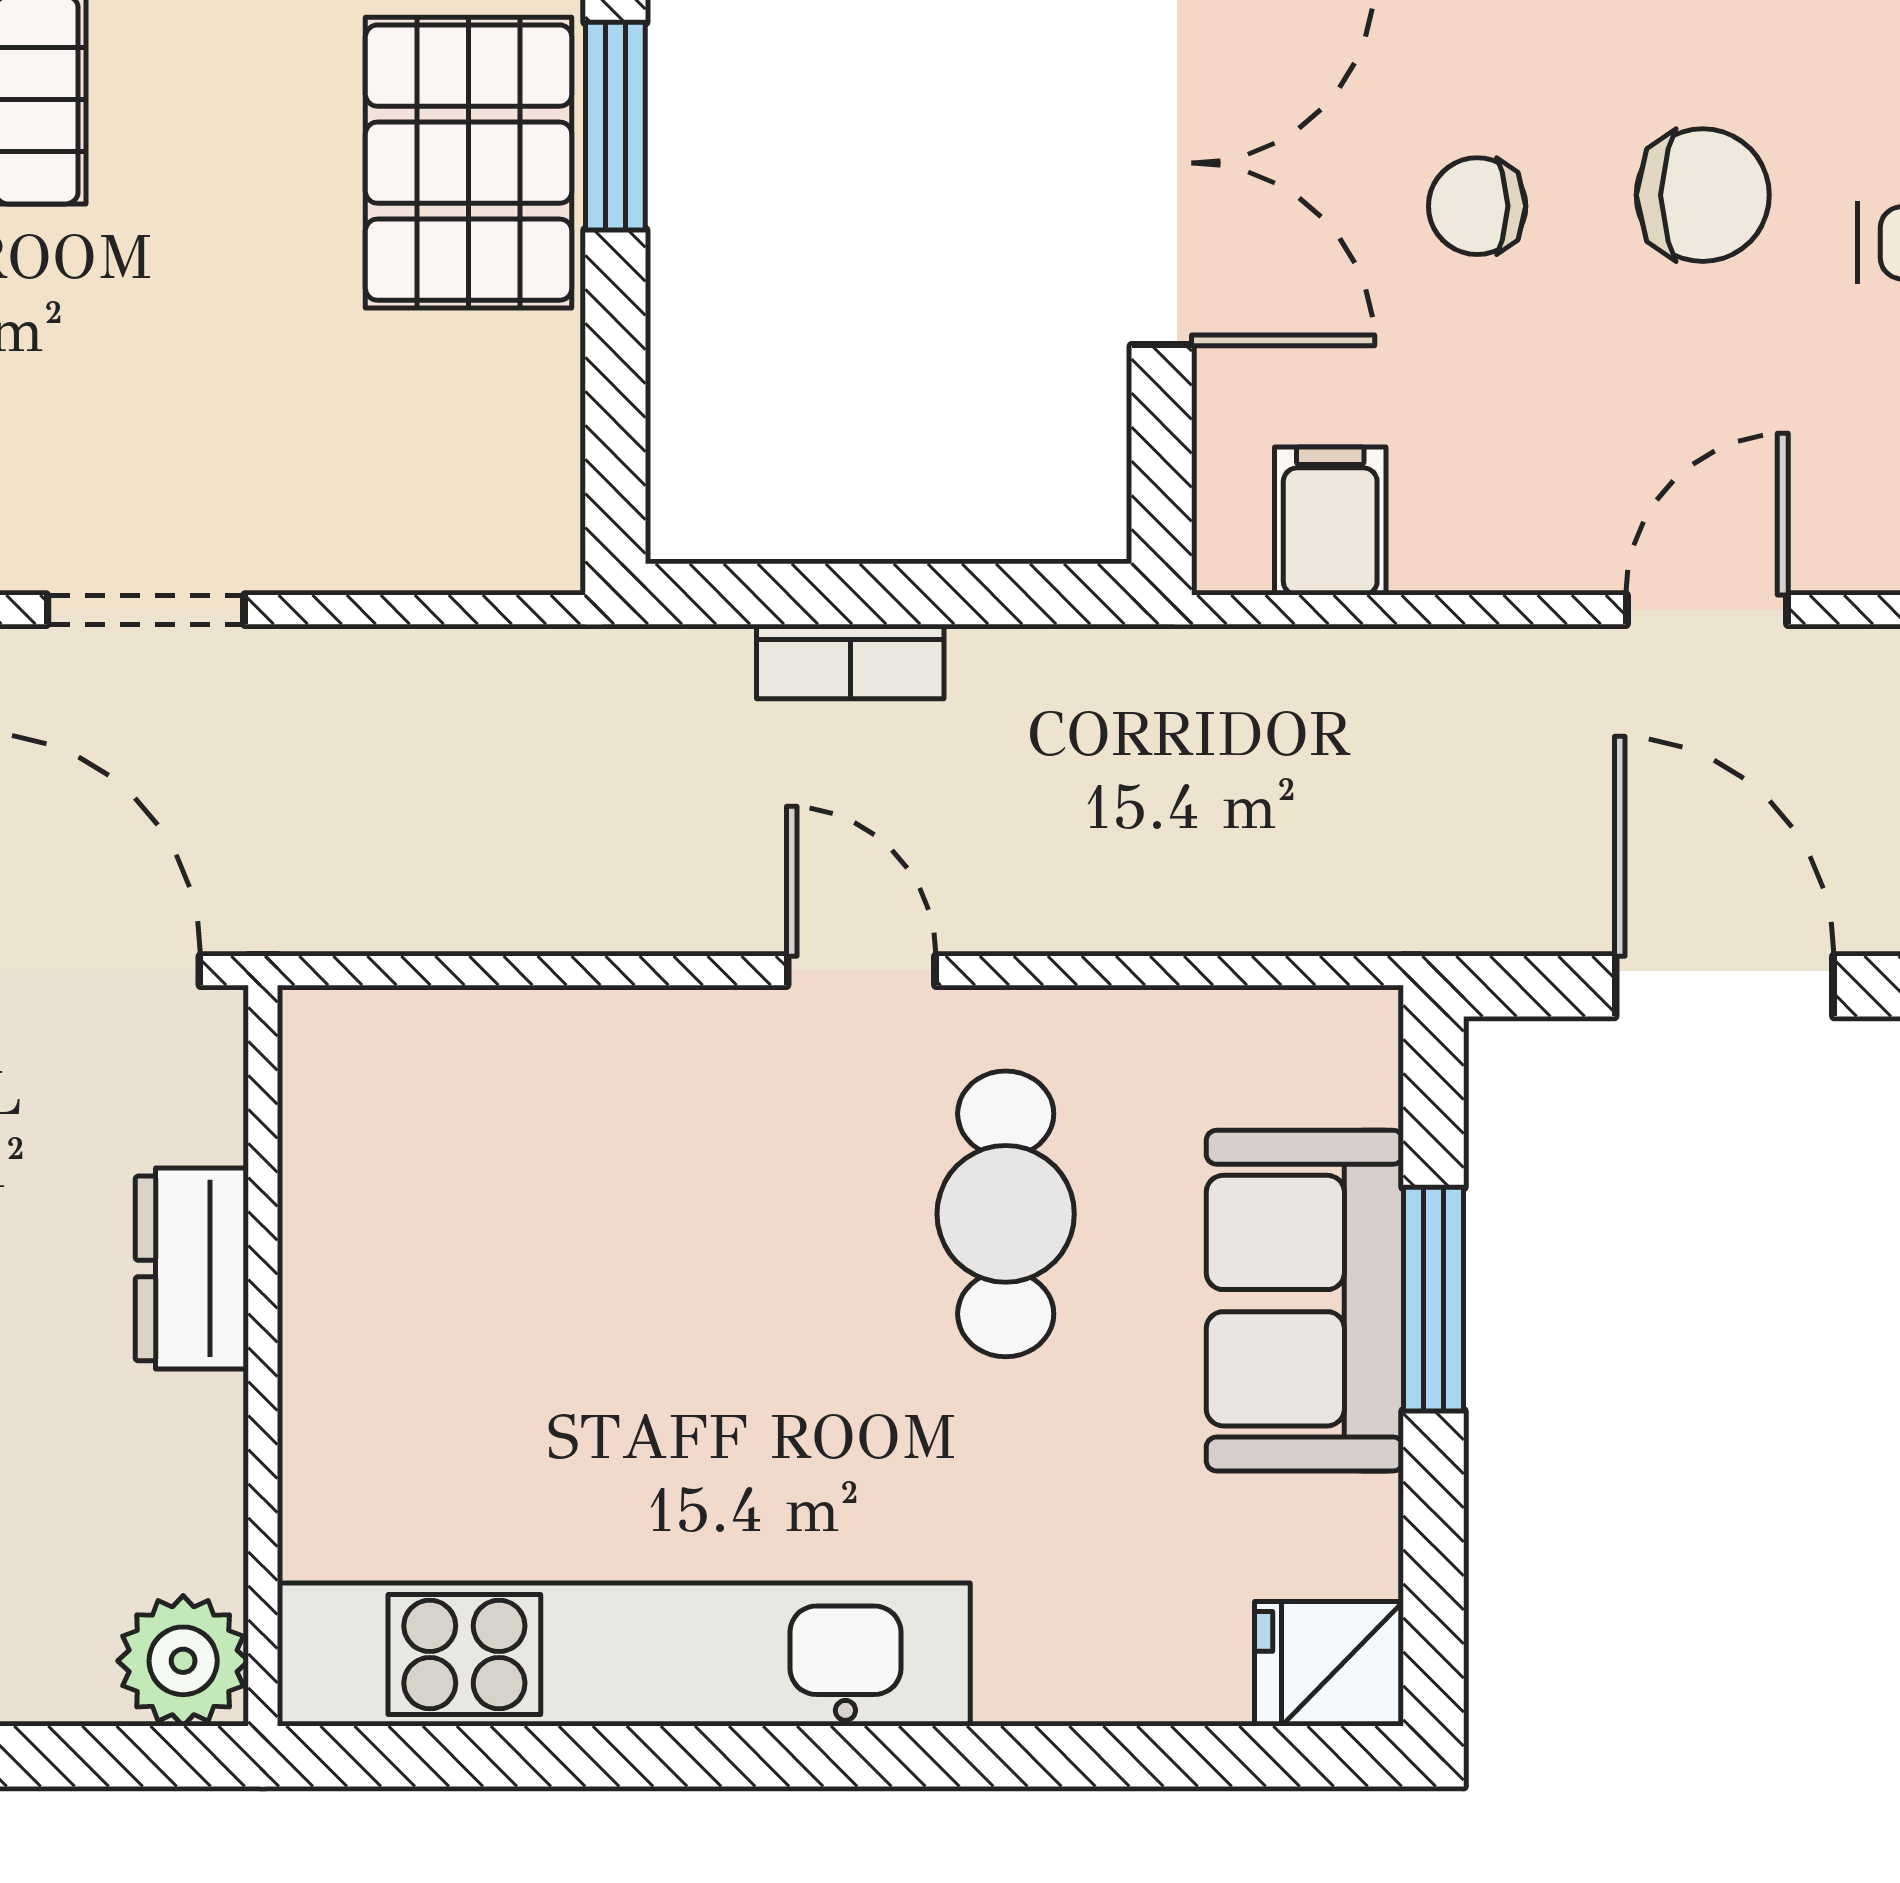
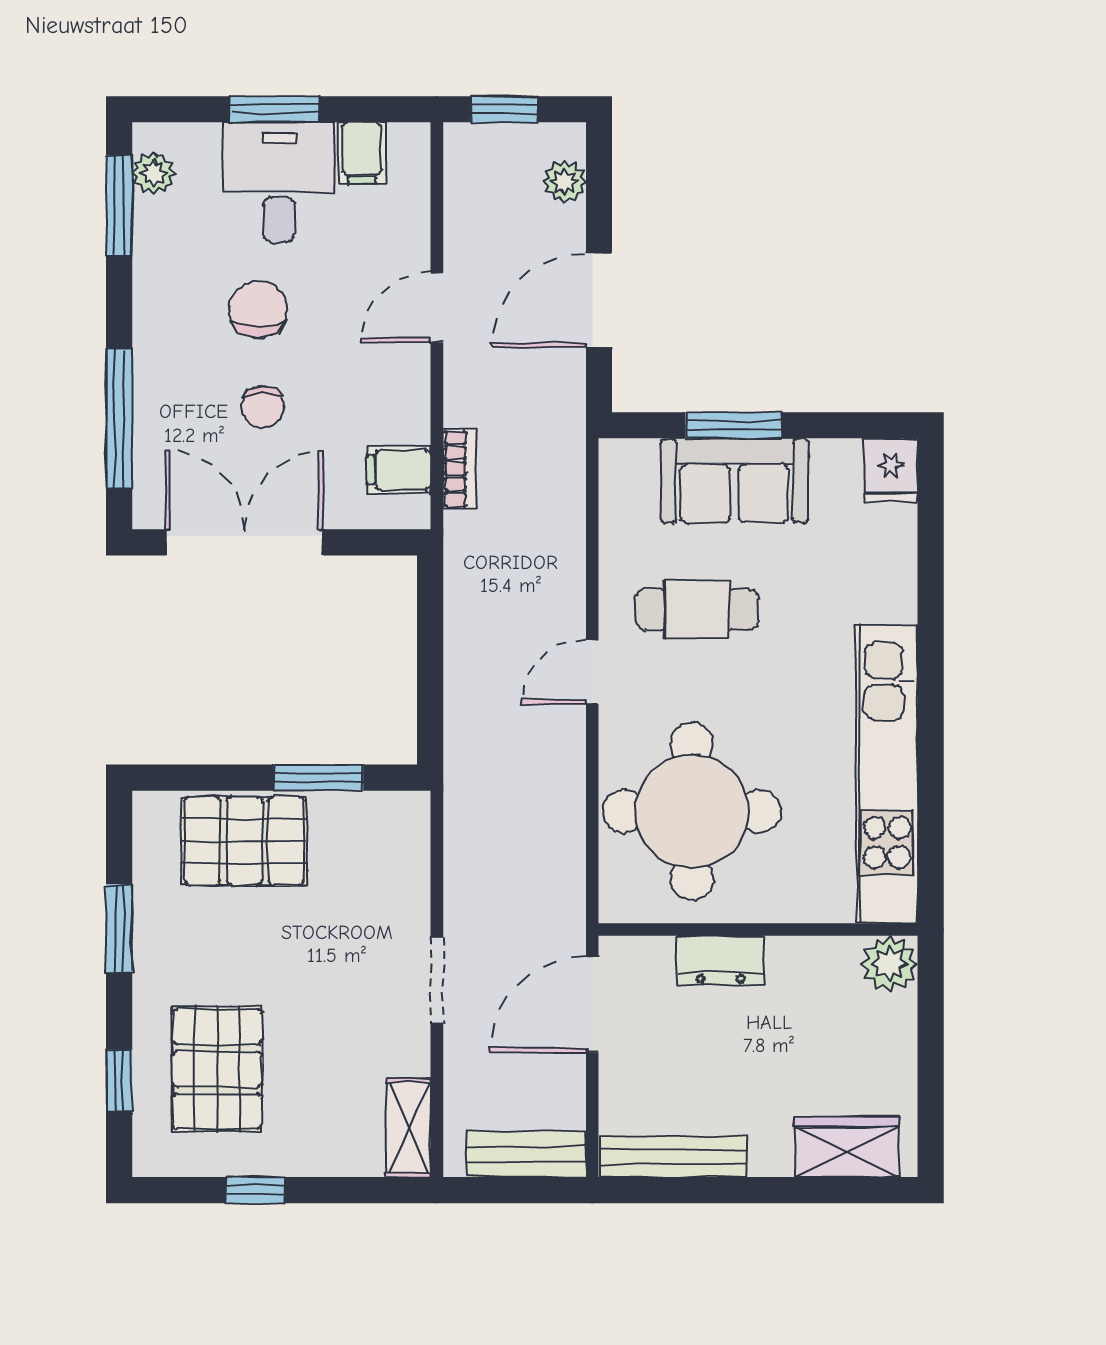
window: (615, 126) -> (319, 778), moved
door: (1707, 610) -> (437, 307), hinge flipped
bookcase: (850, 662) -> (459, 469), moved
round table: (538, 1202) -> (692, 811), added

